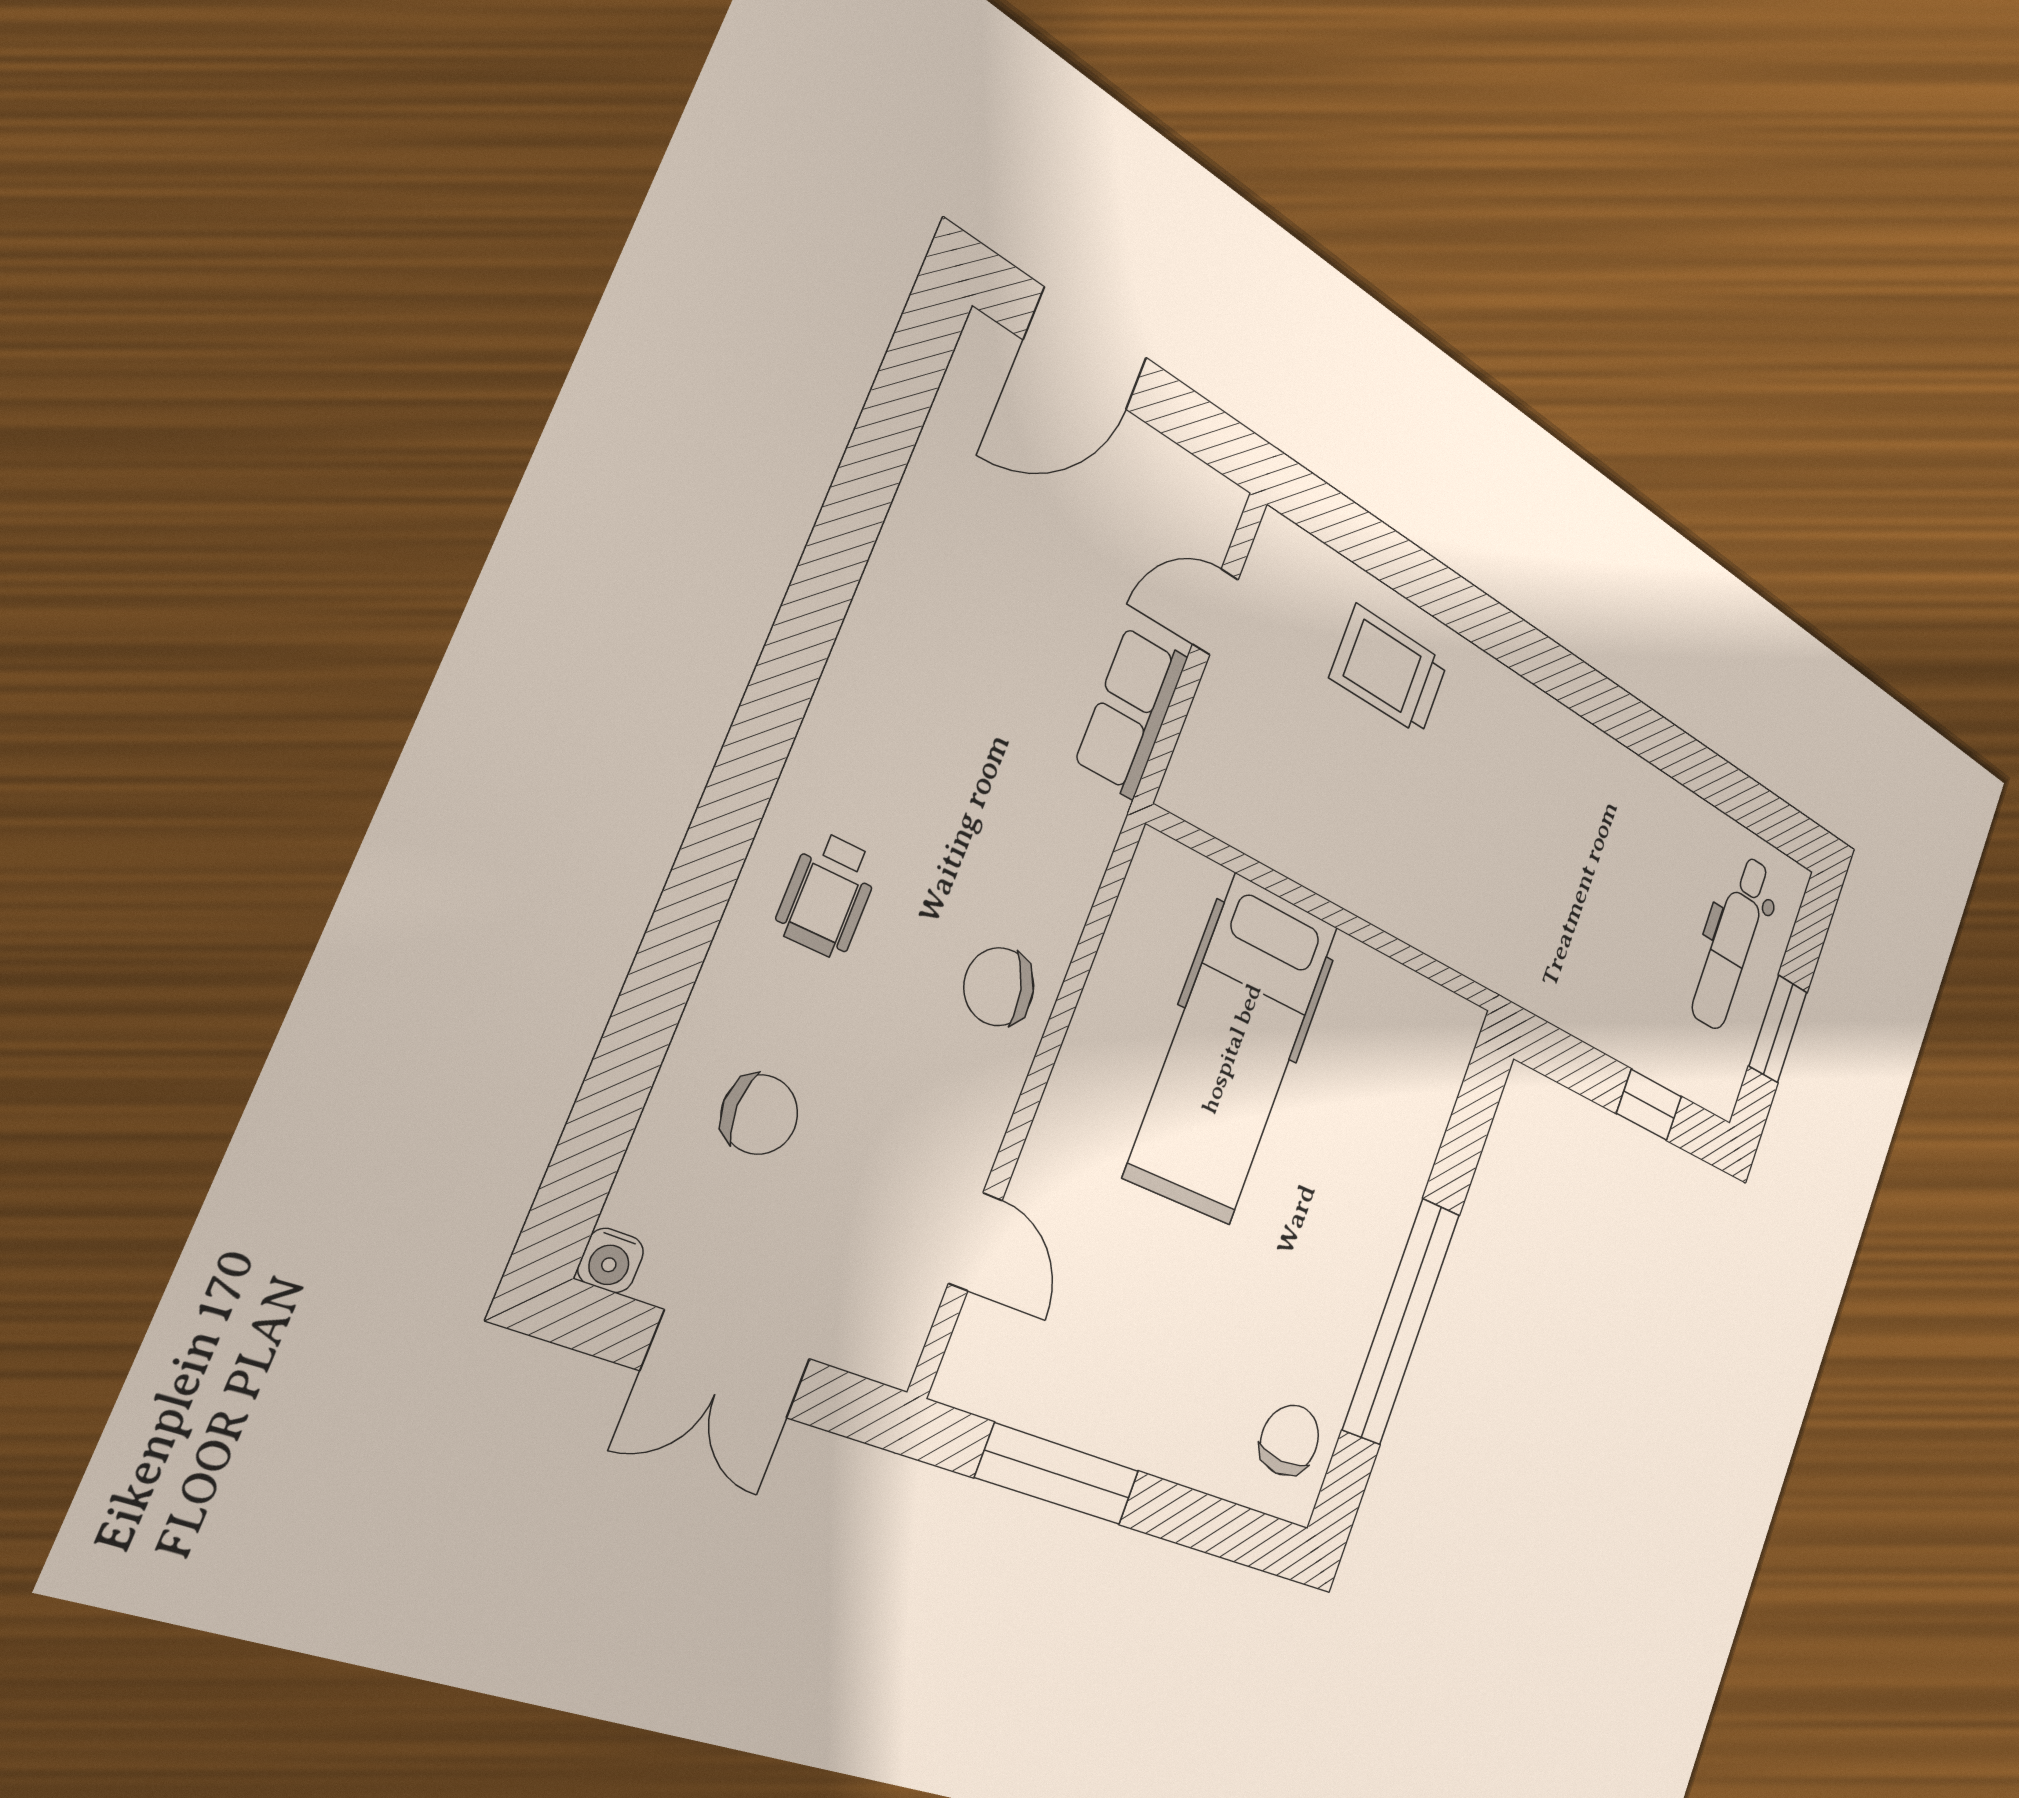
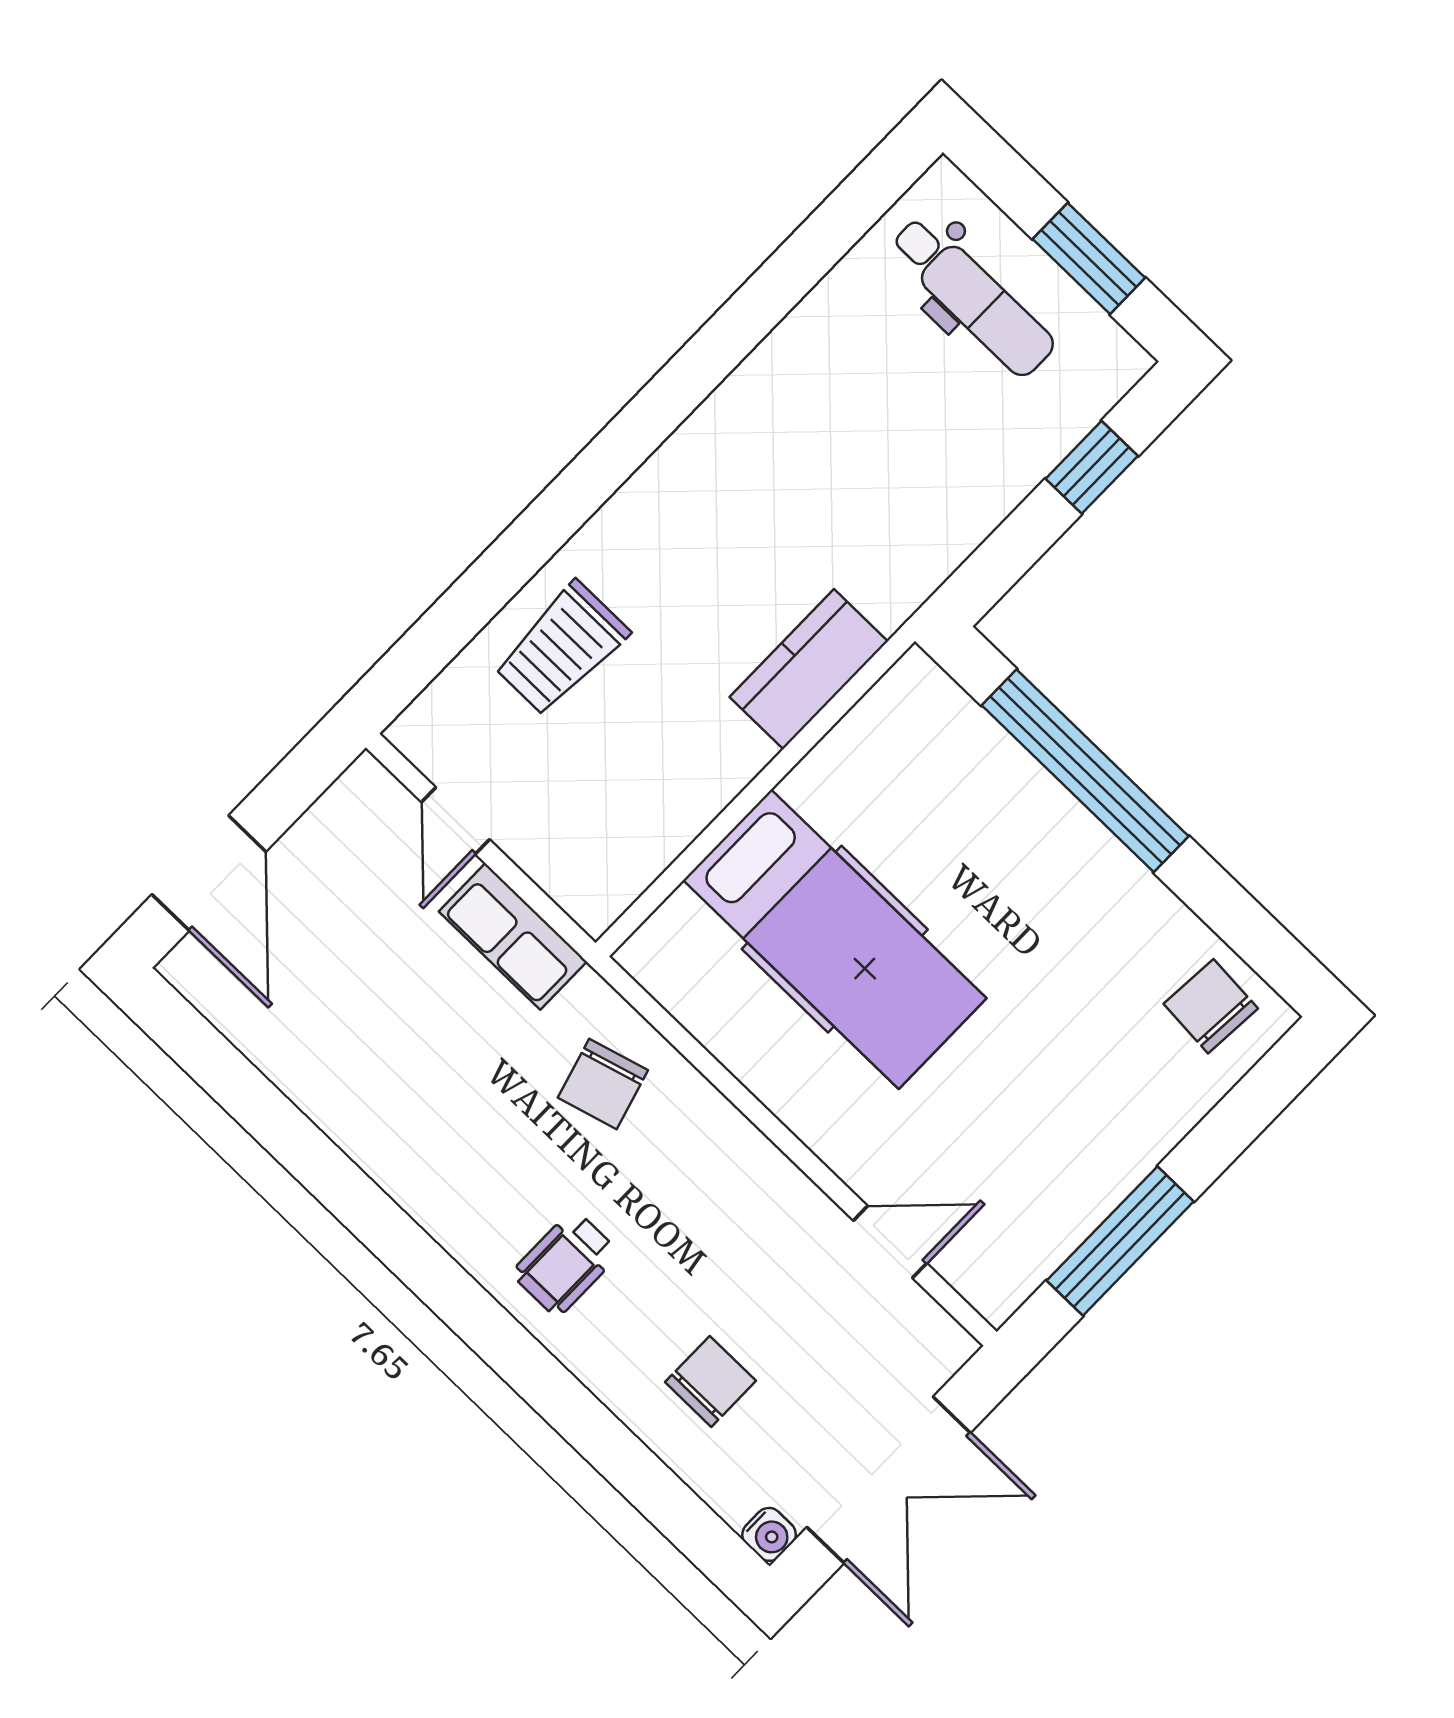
wheelchair: (828, 895) -> (565, 1263), turned 90
kitchen counter: (1440, 921) -> (809, 669), added
chair: (999, 987) -> (603, 1084), moved
window: (1401, 1321) -> (1085, 771), moved
double door: (726, 1365) -> (889, 1480), width x1.37

